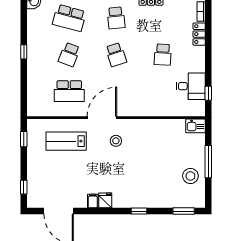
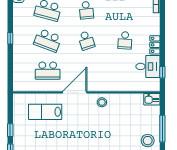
locker: (199, 34) -> (155, 45), moved
school desk: (69, 55) -> (48, 40), width x1.85
window: (24, 139) -> (10, 130), moved
stool: (116, 141) -> (102, 102), moved

